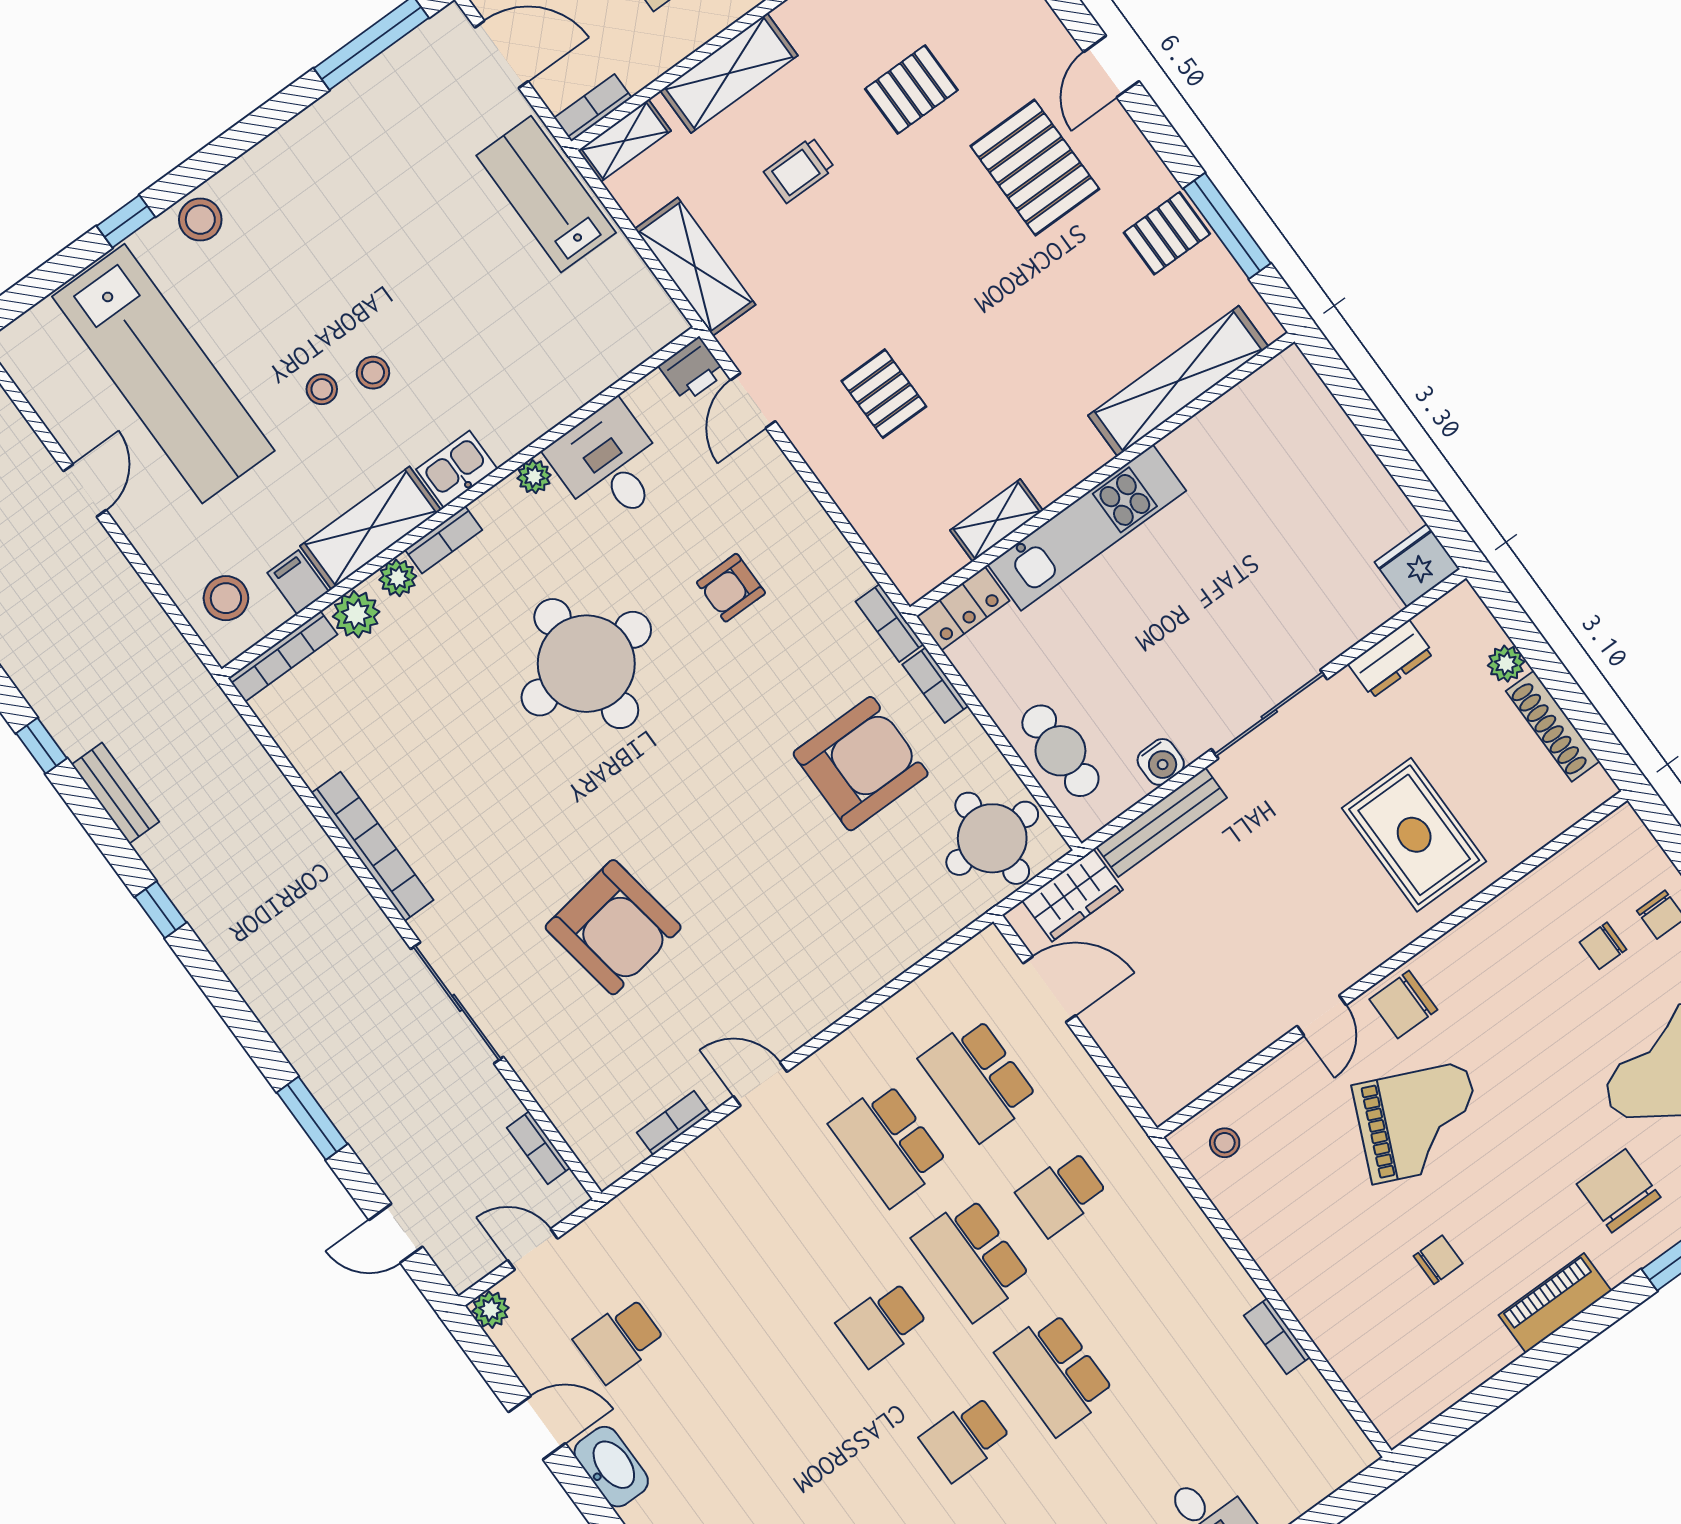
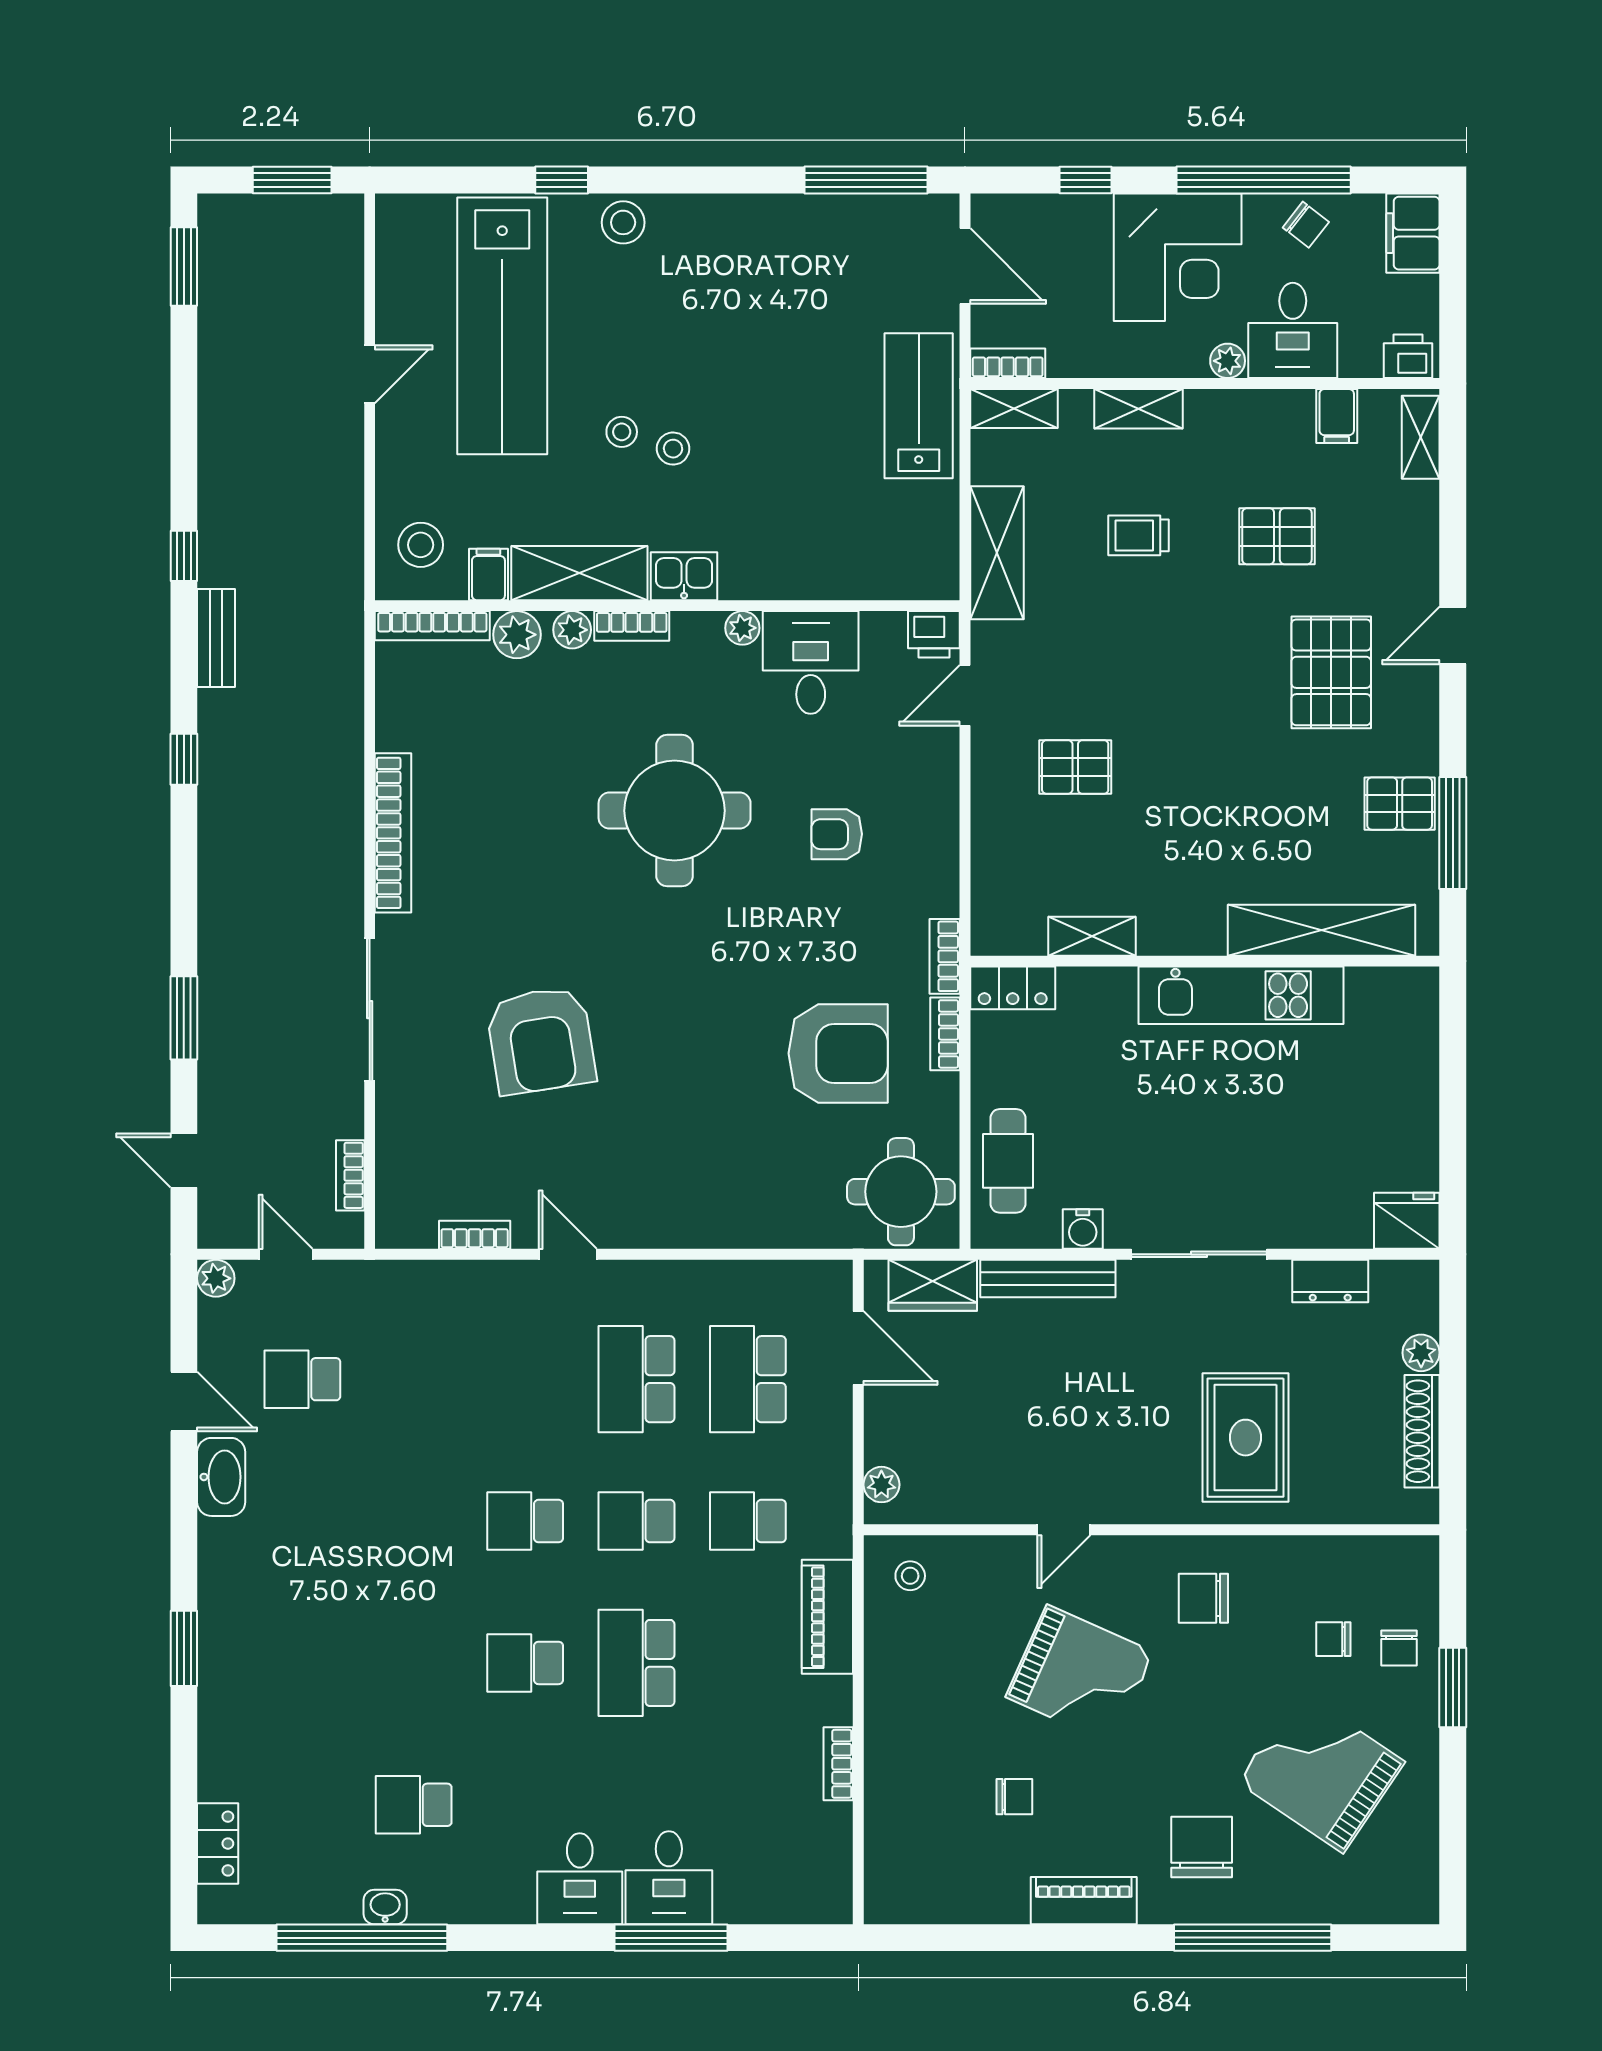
shelving: (729, 73) -> (1139, 409), width x0.67, depth x0.75
pallet: (884, 394) -> (1075, 767), turned 90
kitchen unit: (1087, 528) -> (1241, 995), moved
chair: (1403, 1005) -> (1203, 1598), moved
plant: (1148, 1086) -> (881, 1485), added
piano: (1182, 1224) -> (827, 1617), added
school desk: (972, 1259) -> (636, 1521), width x0.54

